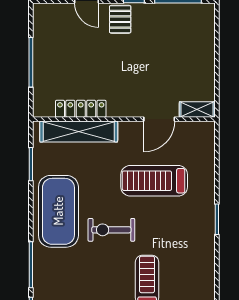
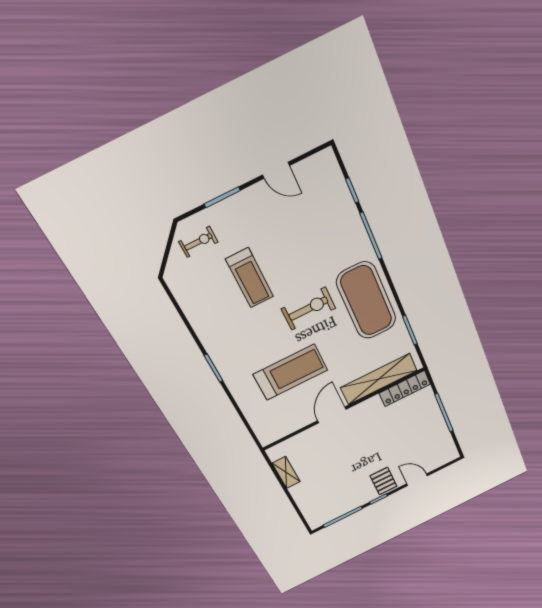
locker: (81, 109) -> (405, 389), moved
shelving: (197, 110) -> (286, 472), moved, turned 90
door: (159, 119) -> (332, 415), moved

